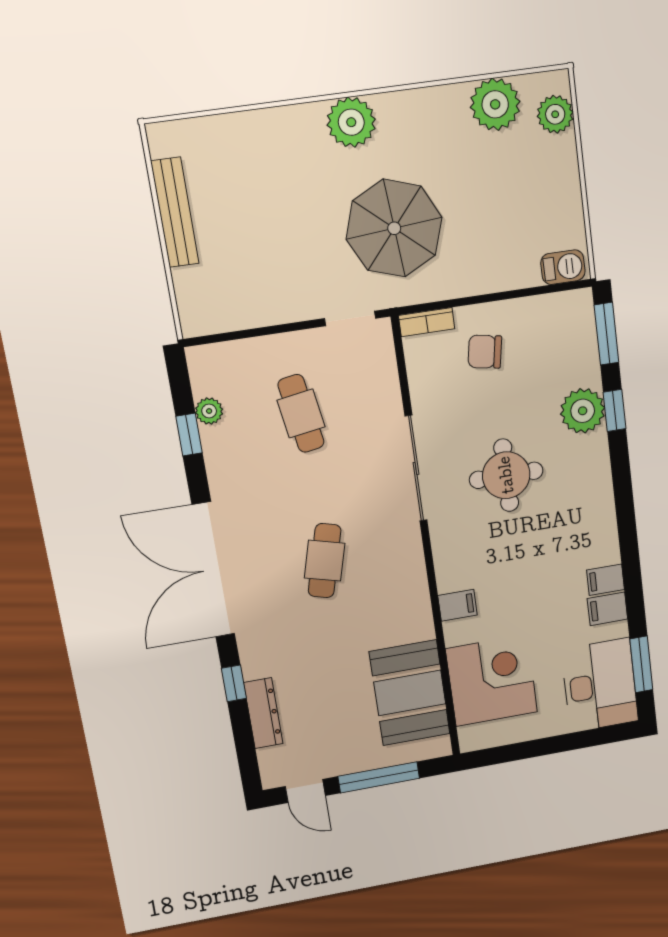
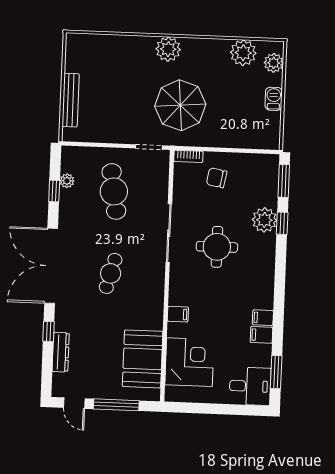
bench: (175, 213) -> (71, 100), moved
barbecue: (563, 267) -> (274, 99), moved, turned -90
cafe table: (301, 414) -> (114, 191), width x1.37, depth x1.35
desk: (600, 685) -> (250, 386), width x0.73

